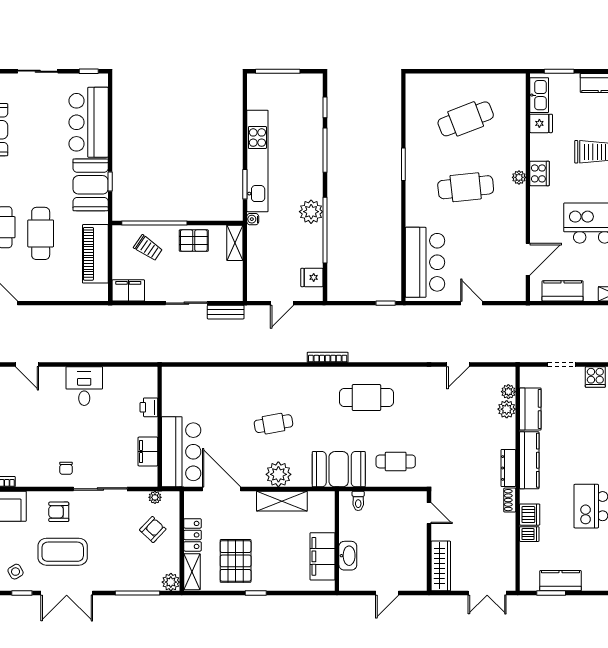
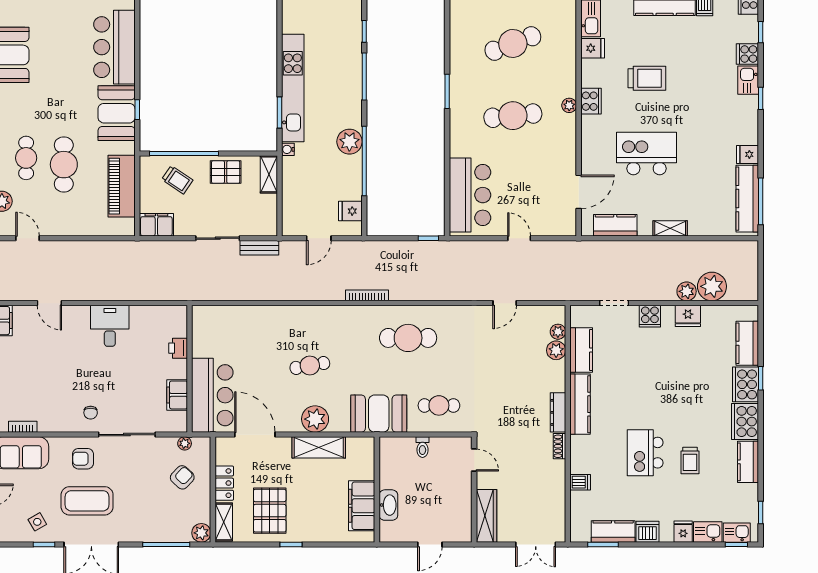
toilet: (358, 501) -> (422, 447), moved
dishwasher: (530, 515) -> (648, 532), moved, turned -90

